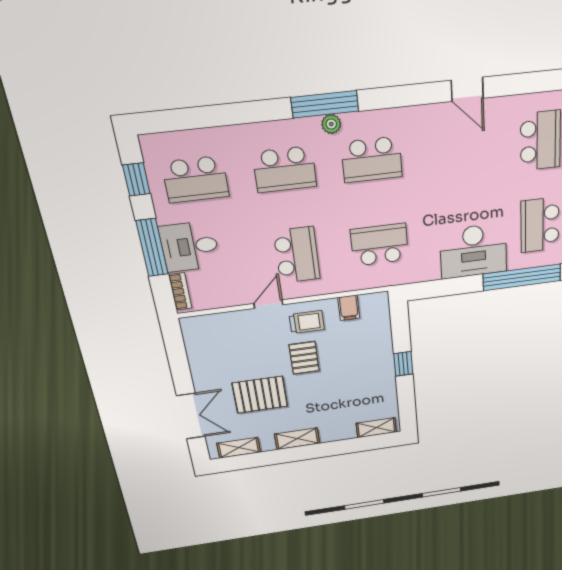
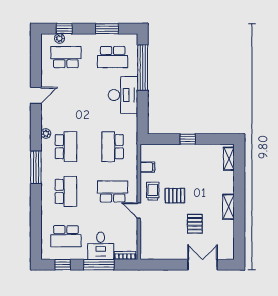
plant: (331, 124) -> (46, 134), moved
school desk: (196, 179) -> (66, 236), turned 90
pallet: (260, 395) -> (195, 224), width x0.67, depth x0.71
shelving: (239, 448) -> (229, 242), removed

